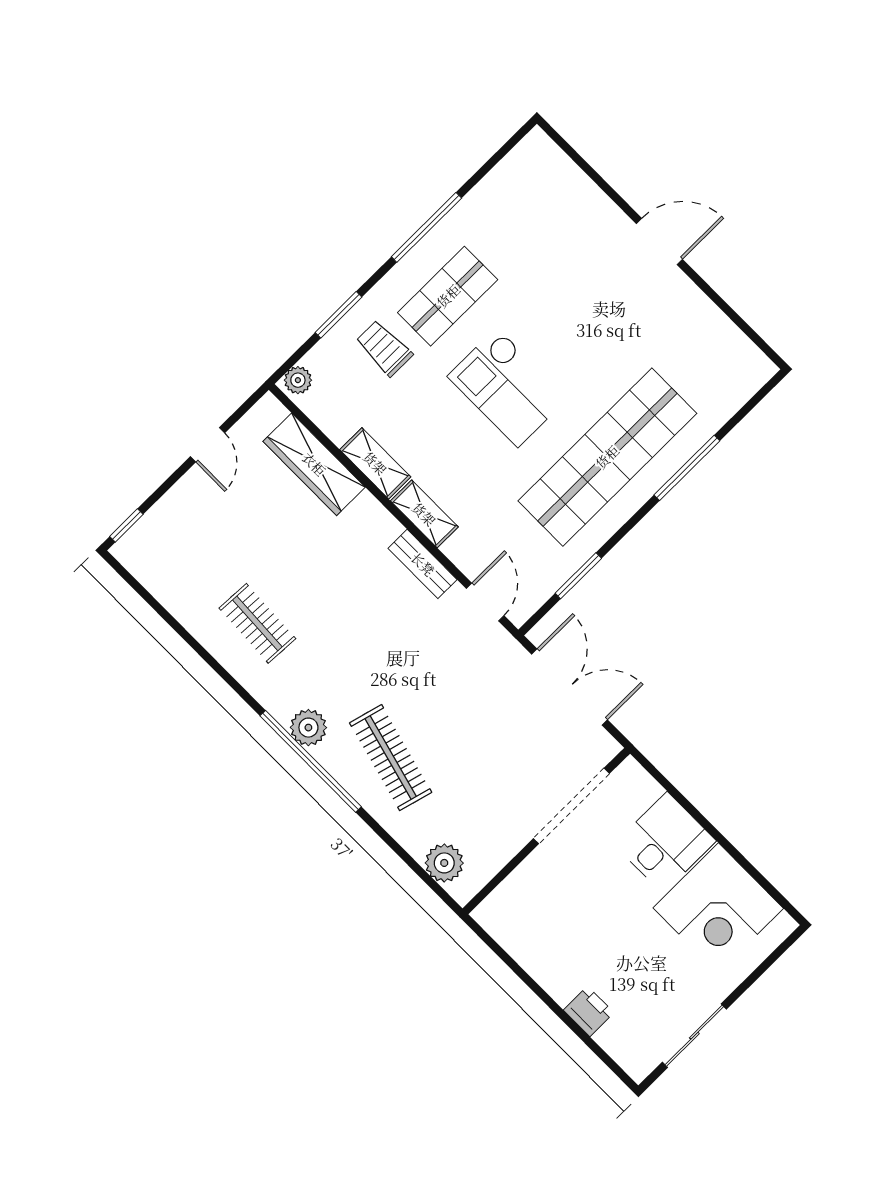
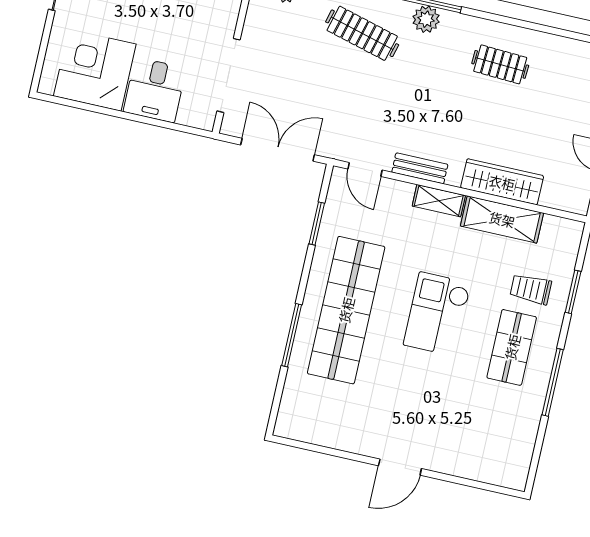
trolley: (384, 348) -> (531, 289), turned 180
plant: (298, 380) -> (572, 234), removed
checkout: (507, 387) -> (437, 314), turned -90
shelving: (375, 463) -> (502, 219), width x1.50, depth x1.33
wardrobe: (314, 464) -> (502, 182), moved
double door: (570, 687) -> (278, 150), swing flipped

